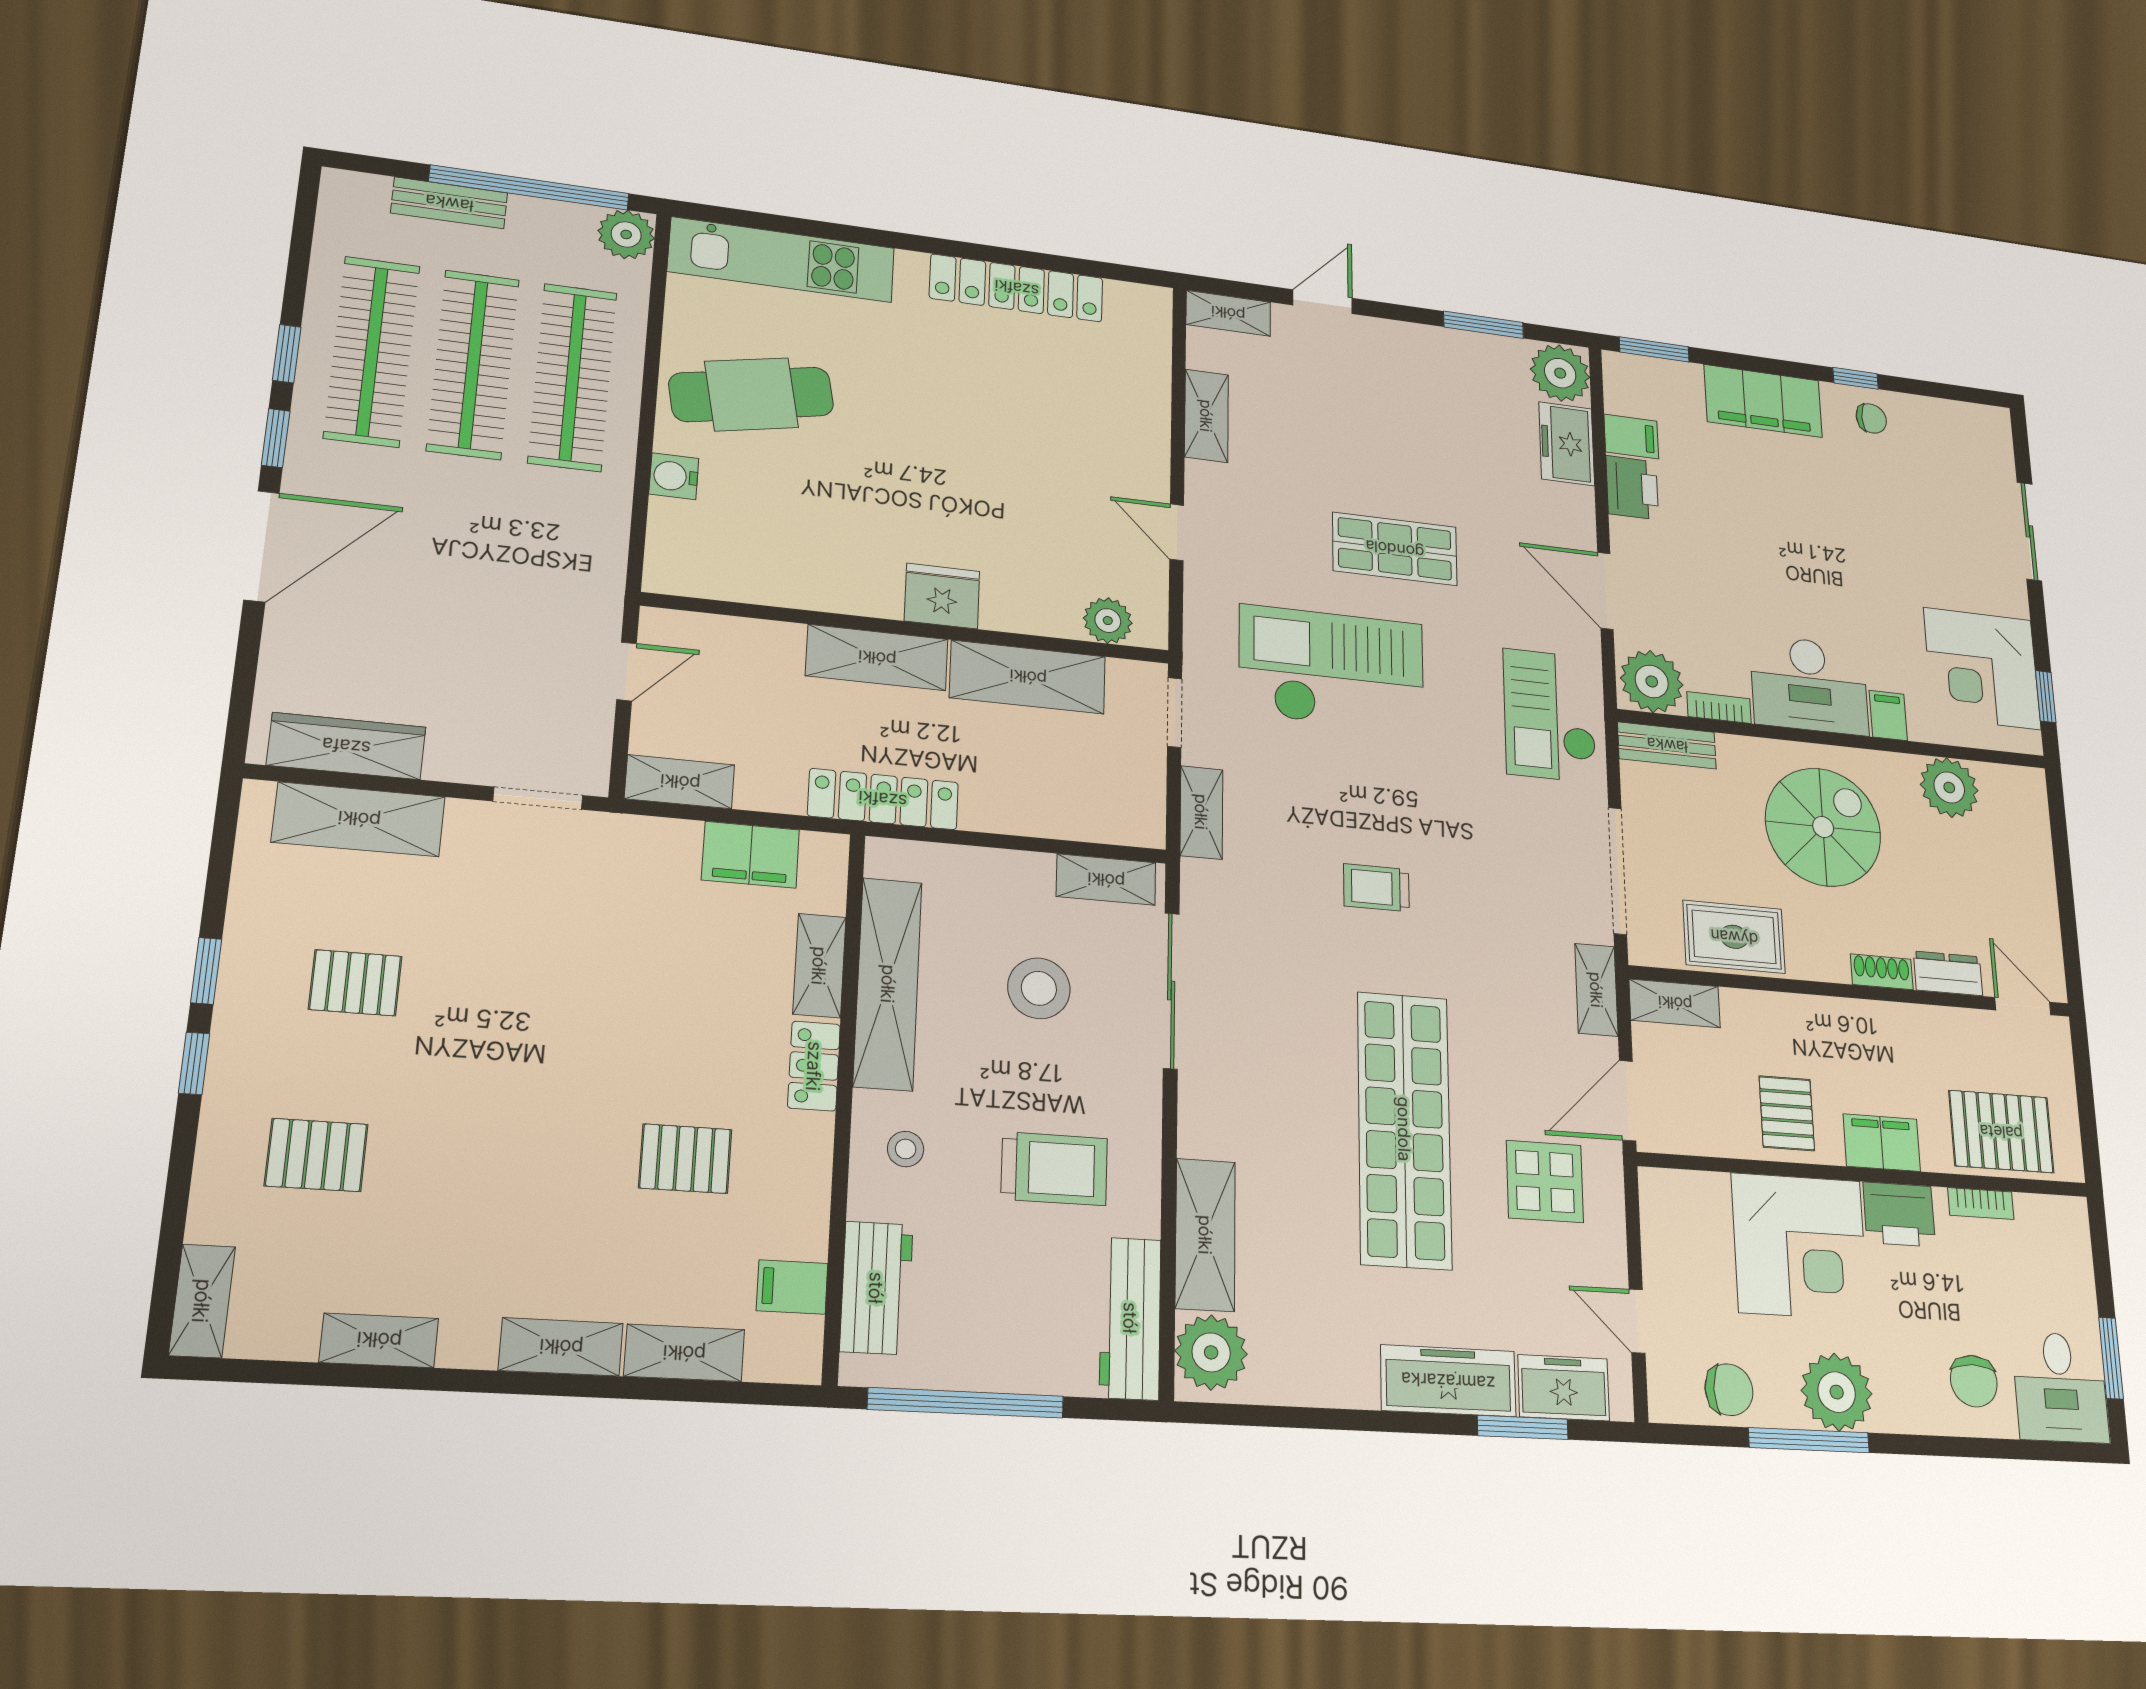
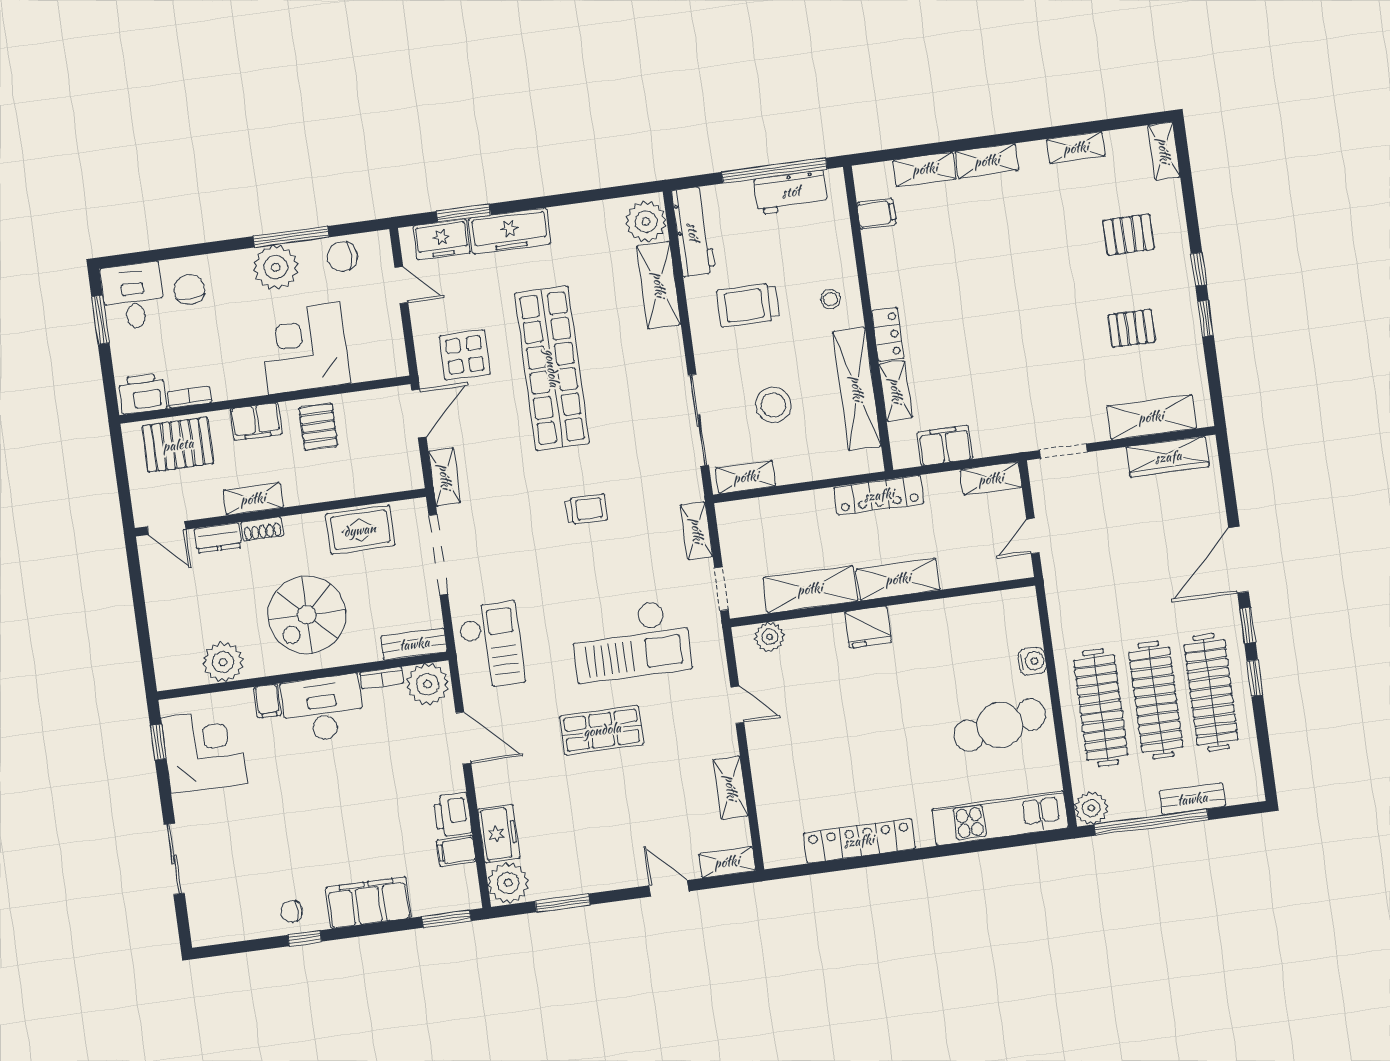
door: (1323, 302) -> (669, 888), swing flipped
shelving: (1675, 1003) -> (253, 499), moved
pallet: (685, 1159) -> (945, 270), removed
printer: (1899, 1214) -> (143, 393), moved
workbench: (876, 1288) -> (791, 192), moved, turned -90

